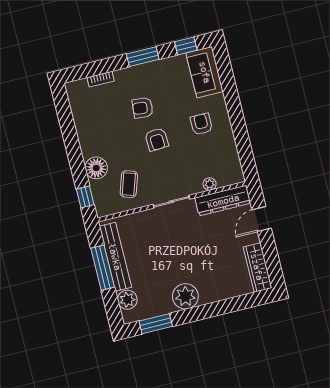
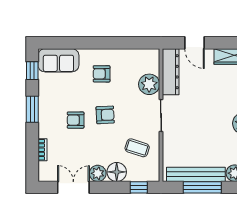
armchair: (143, 108) -> (76, 120), turned 85
double door: (67, 124) -> (73, 187), added
plant: (89, 147) -> (98, 173), added
plant: (210, 184) -> (149, 84), width x1.87, depth x1.87

